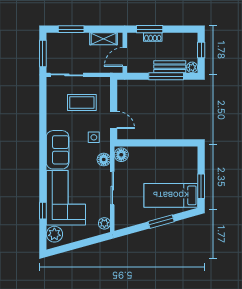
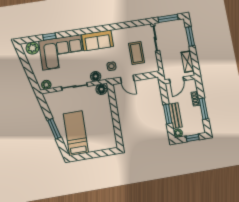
window: (150, 29) -> (204, 109), moved
door: (125, 57) -> (177, 80), swing flipped
window: (166, 76) -> (168, 114), width x0.69
door: (114, 120) -> (127, 79), hinge flipped
window: (201, 186) -> (87, 156), removed

